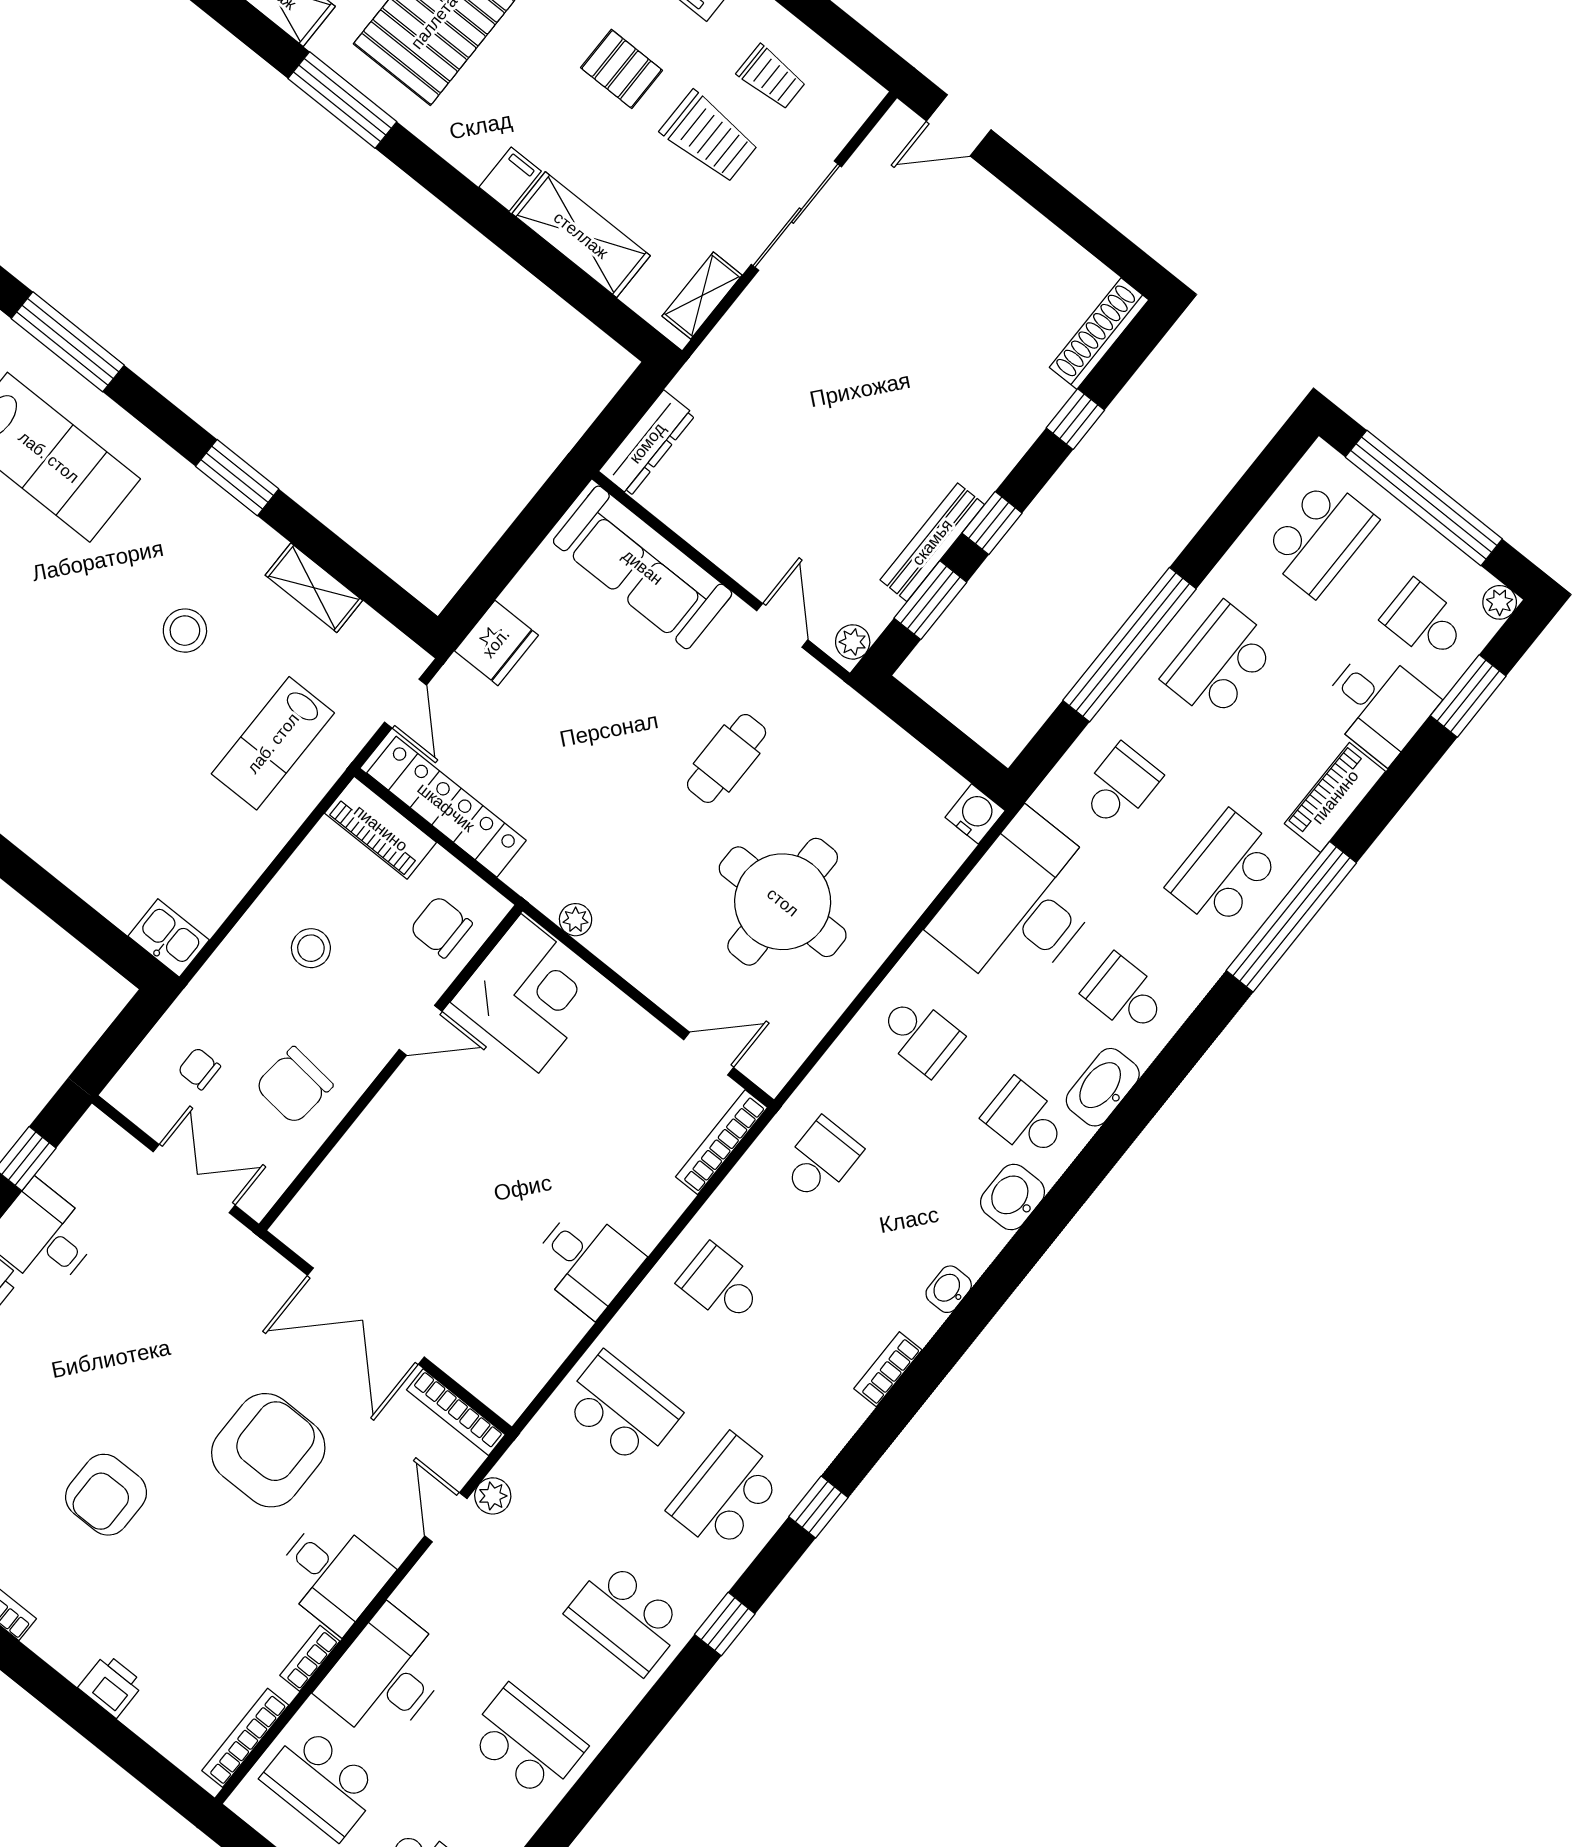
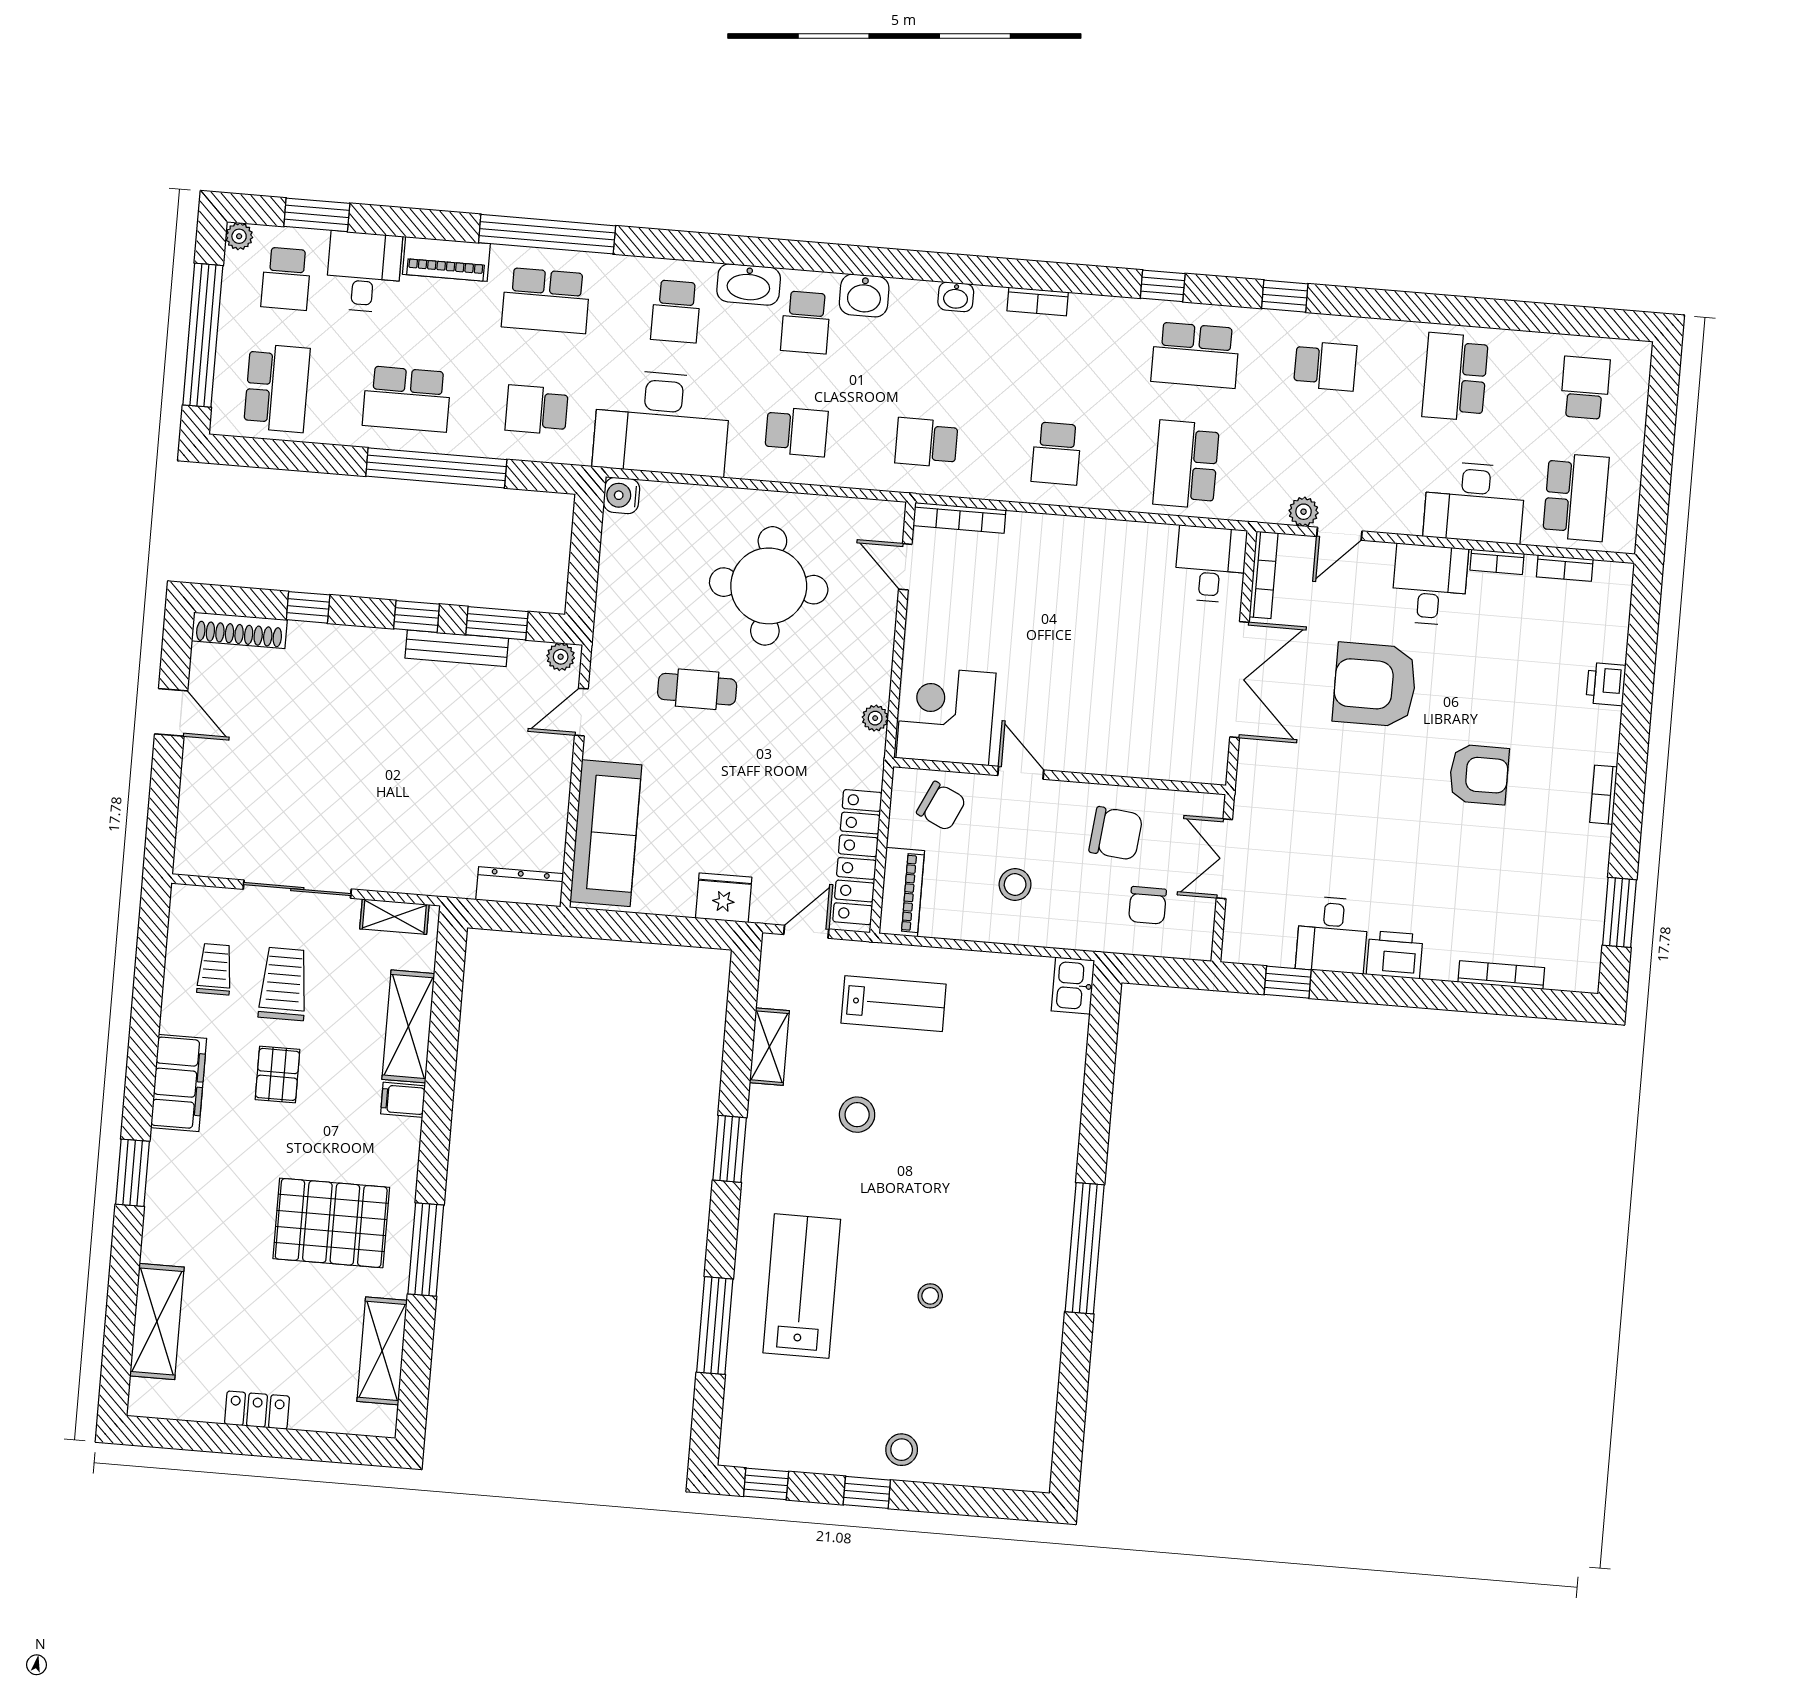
door: (959, 125) -> (171, 712), moved
school desk: (1320, 537) -> (277, 388), turned 90
chair: (441, 927) -> (941, 806), turned -65
school desk: (920, 1035) -> (796, 432), turned 90
chair: (199, 1069) -> (1148, 905), width x1.37, depth x1.37
desk: (586, 1261) -> (1211, 564), moved
school desk: (626, 1618) -> (1325, 366), width x0.54
bookcase: (245, 1738) -> (1565, 568), width x0.64

